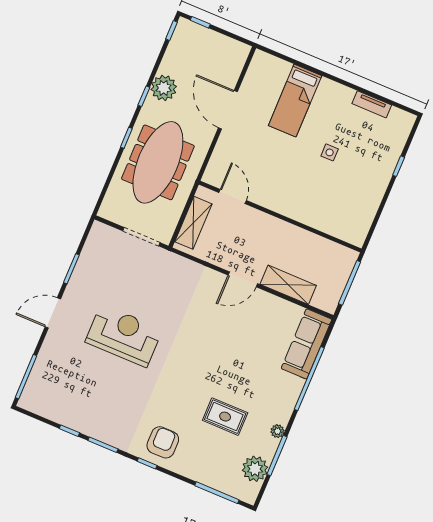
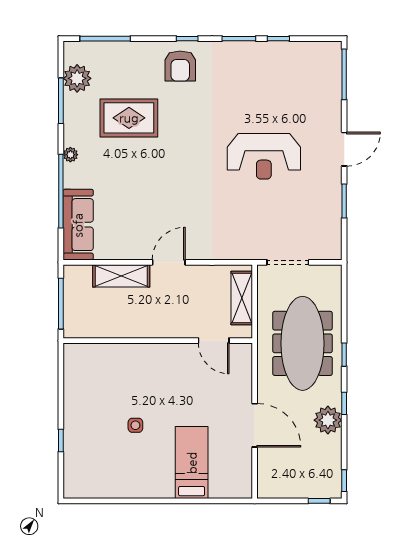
tv unit: (372, 104) -> (113, 491), removed
rug: (225, 417) -> (129, 118), width x1.36, depth x1.43
plant: (277, 431) -> (70, 155), moved

